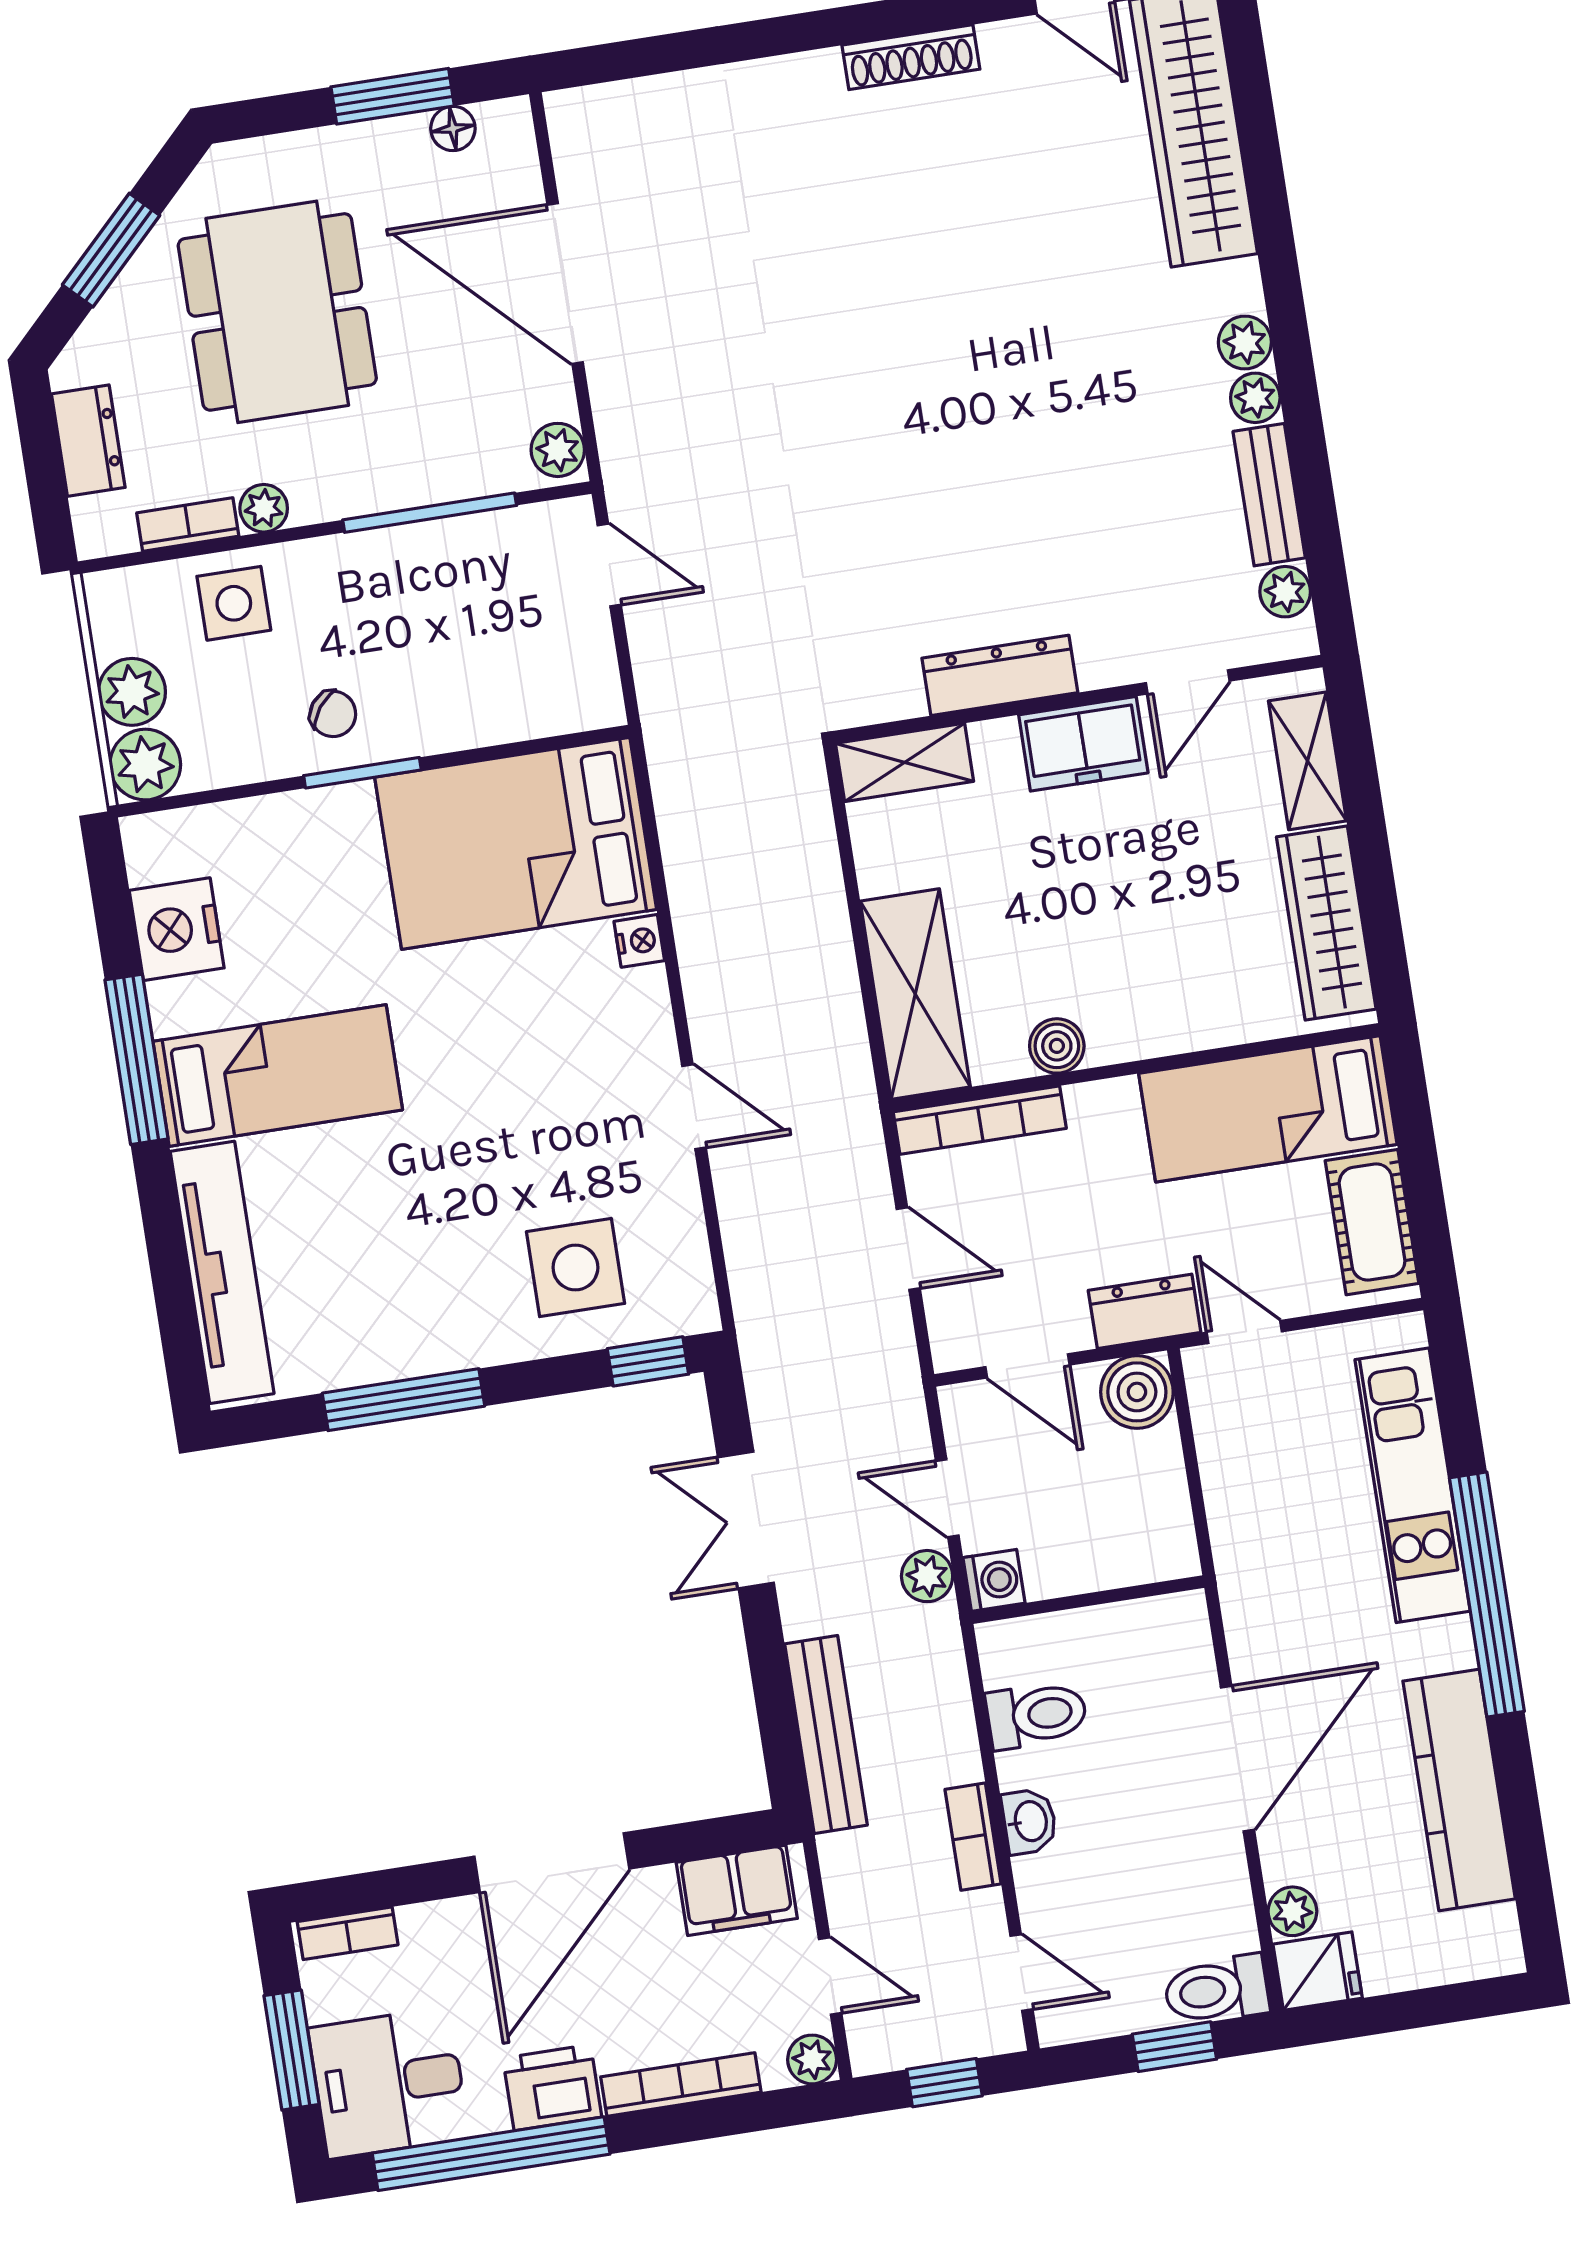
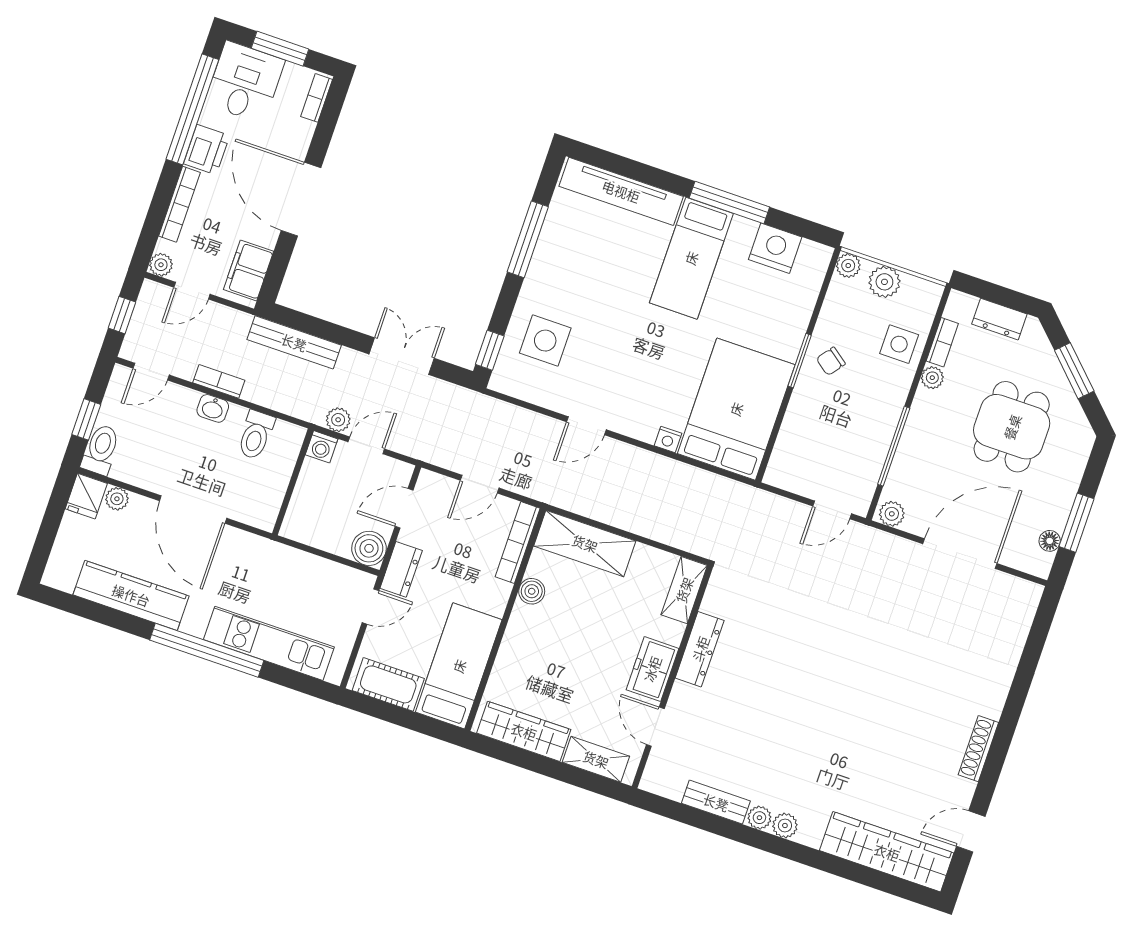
dining table: (277, 312) -> (1012, 427), width x0.73
plant: (1285, 592) -> (672, 787), removed
plant: (145, 765) -> (848, 266), width x0.73, depth x0.73

